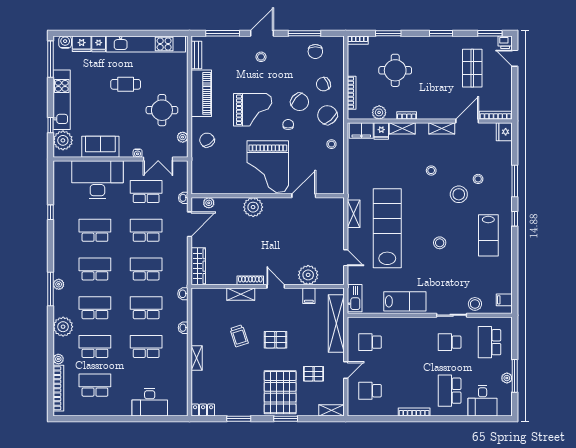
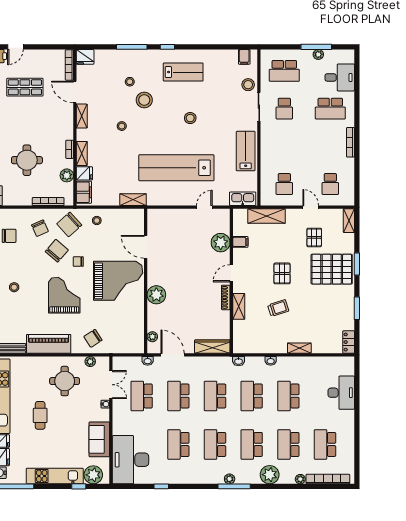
desk: (97, 180) -> (131, 460), moved
shelving: (354, 214) -> (133, 200), moved
shelving: (336, 323) -> (267, 216), width x0.68

